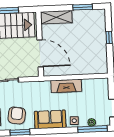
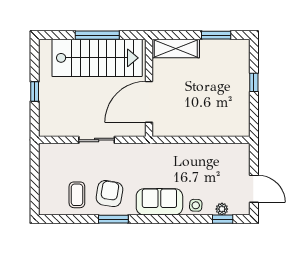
door: (40, 53) -> (149, 102), swing flipped
fireplace: (66, 86) -> (186, 152), removed
window: (93, 129) -> (223, 219), width x0.46

